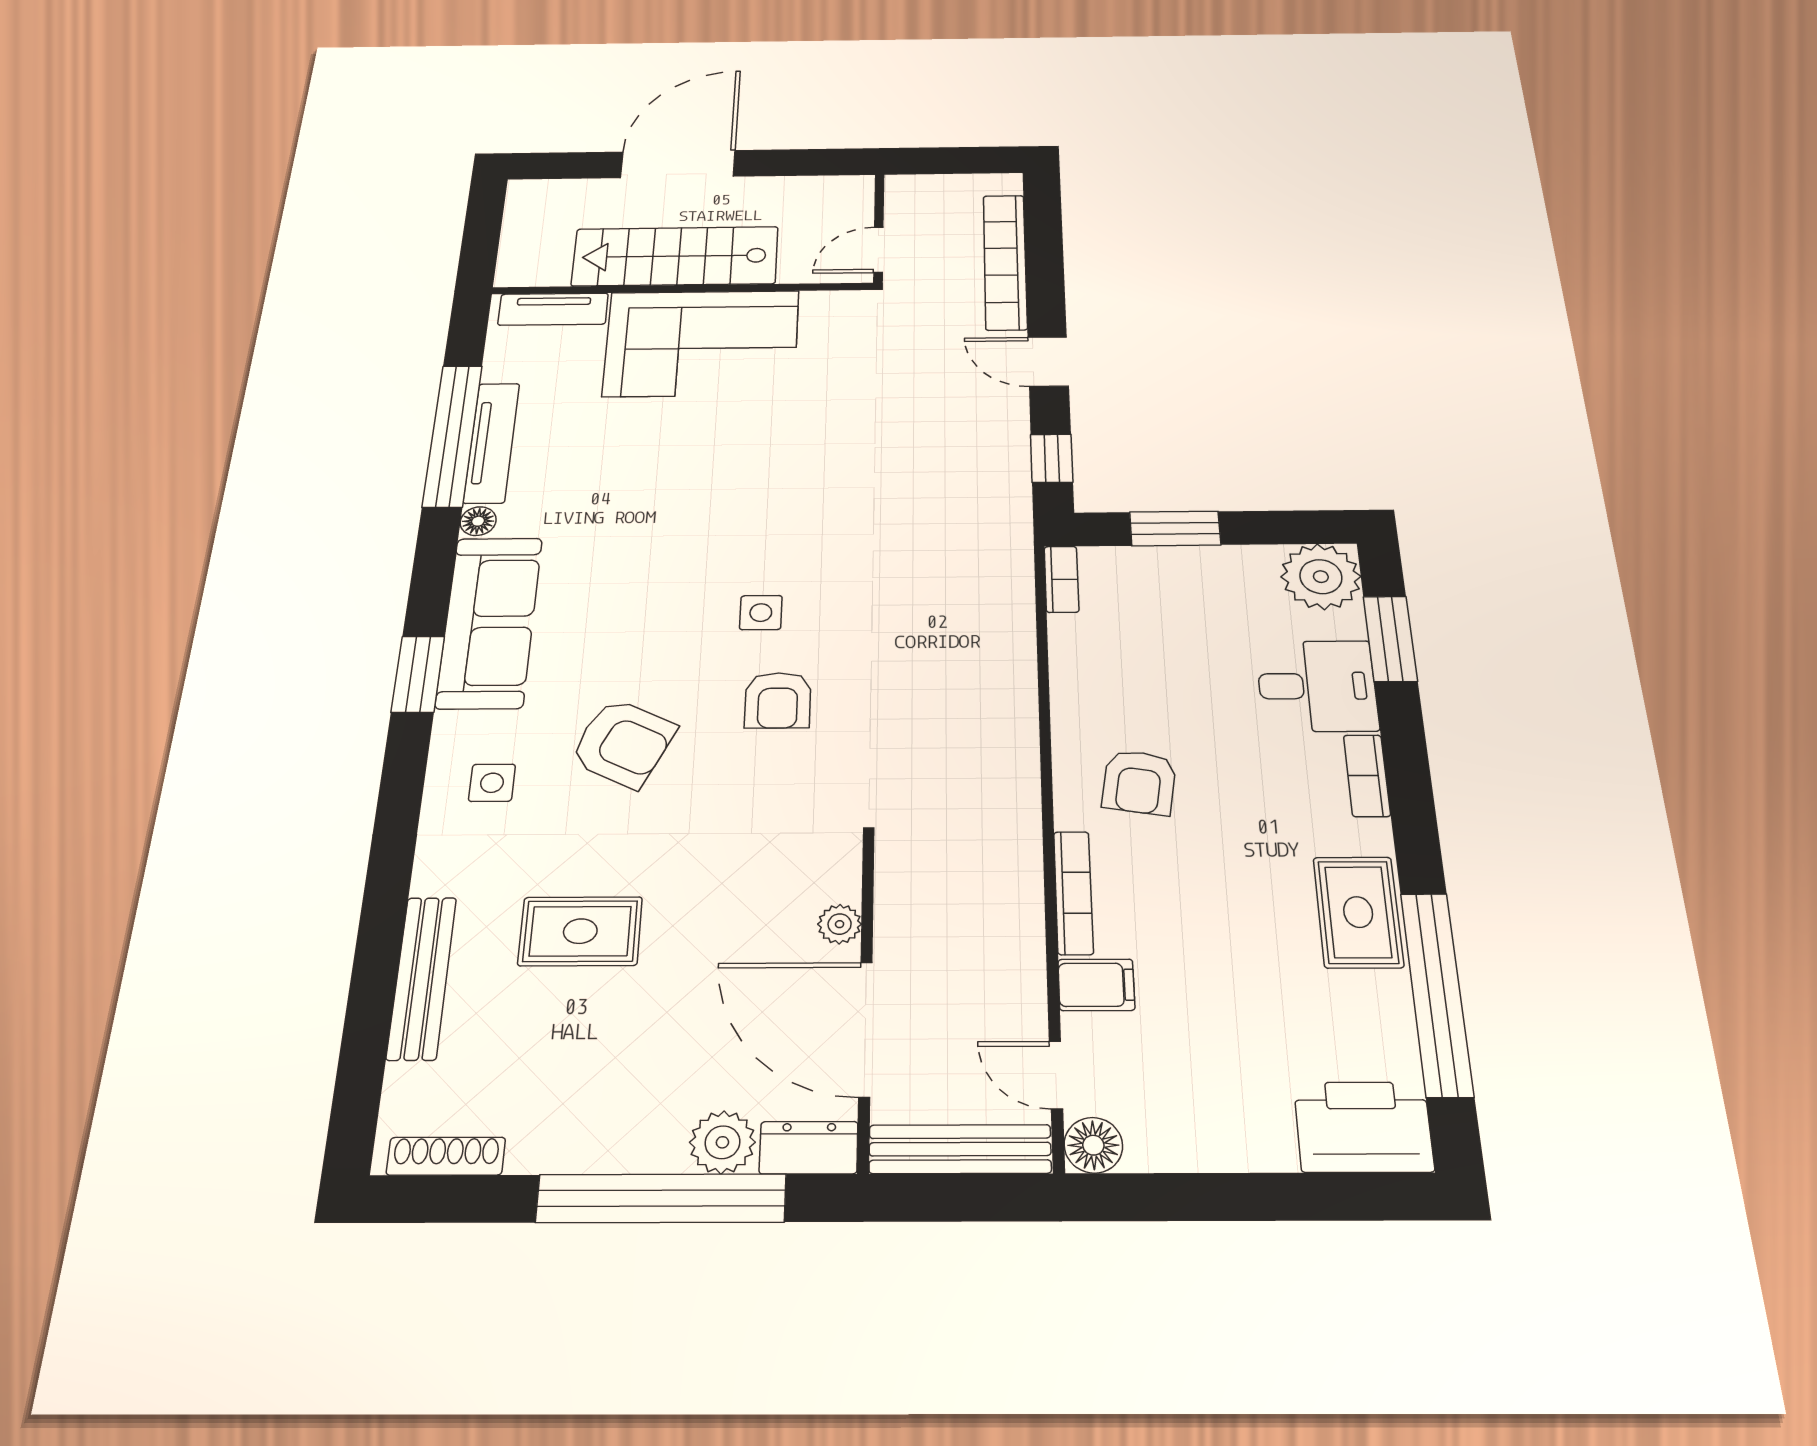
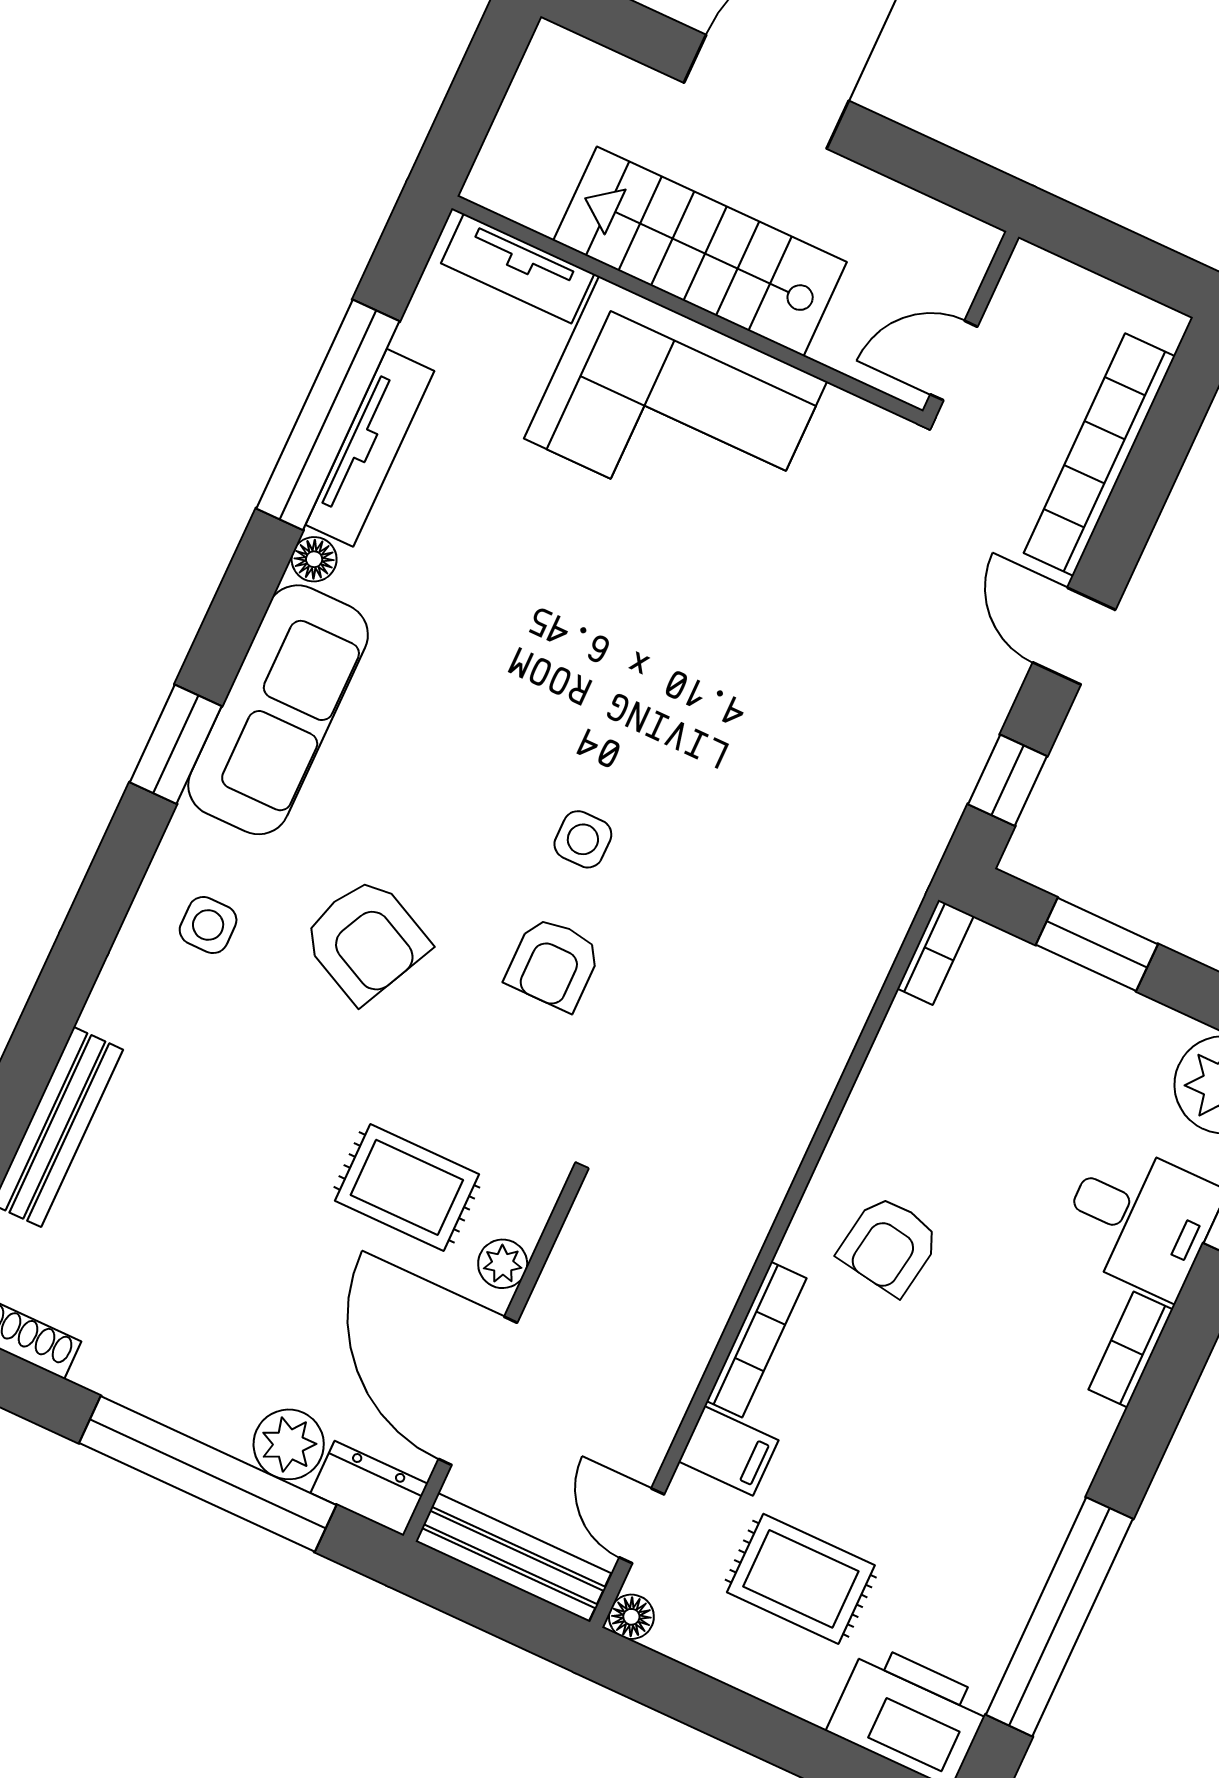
rug: (1358, 912) -> (801, 1579), moved, turned 90
rug: (580, 931) -> (407, 1187), moved
floor lamp: (1093, 1145) -> (631, 1617), width x0.73, depth x0.73

